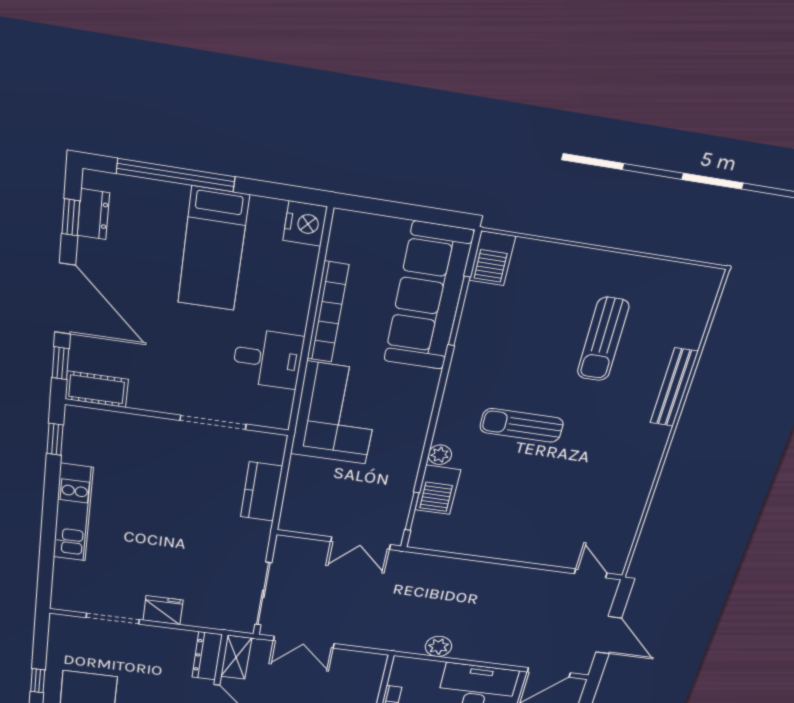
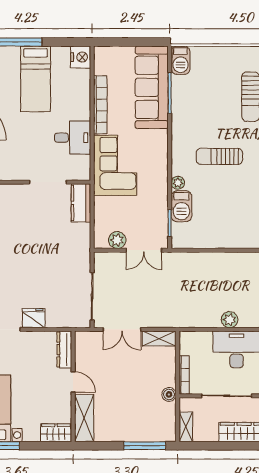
kitchen counter: (261, 492) -> (81, 203), moved
plant: (319, 523) -> (117, 240), added
plant: (438, 646) -> (230, 320), moved
shelving: (236, 657) -> (159, 338), moved, turned 90

